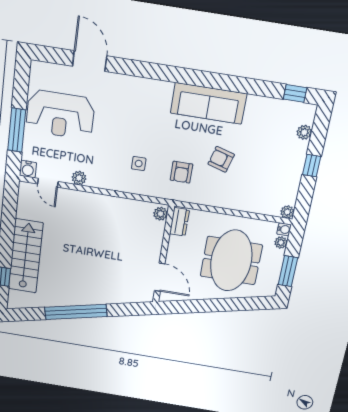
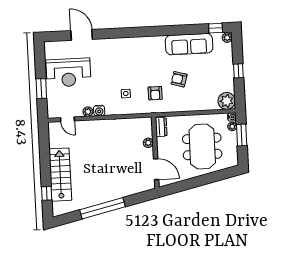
sofa: (208, 103) -> (189, 44), moved
window: (17, 130) -> (41, 89), width x0.69
plant: (304, 132) -> (227, 38), moved
water cooler: (28, 169) -> (99, 111), moved
plant: (287, 212) -> (227, 101), width x1.87, depth x1.87
plant: (161, 214) -> (148, 143), moved
window: (288, 271) -> (242, 135), moved

